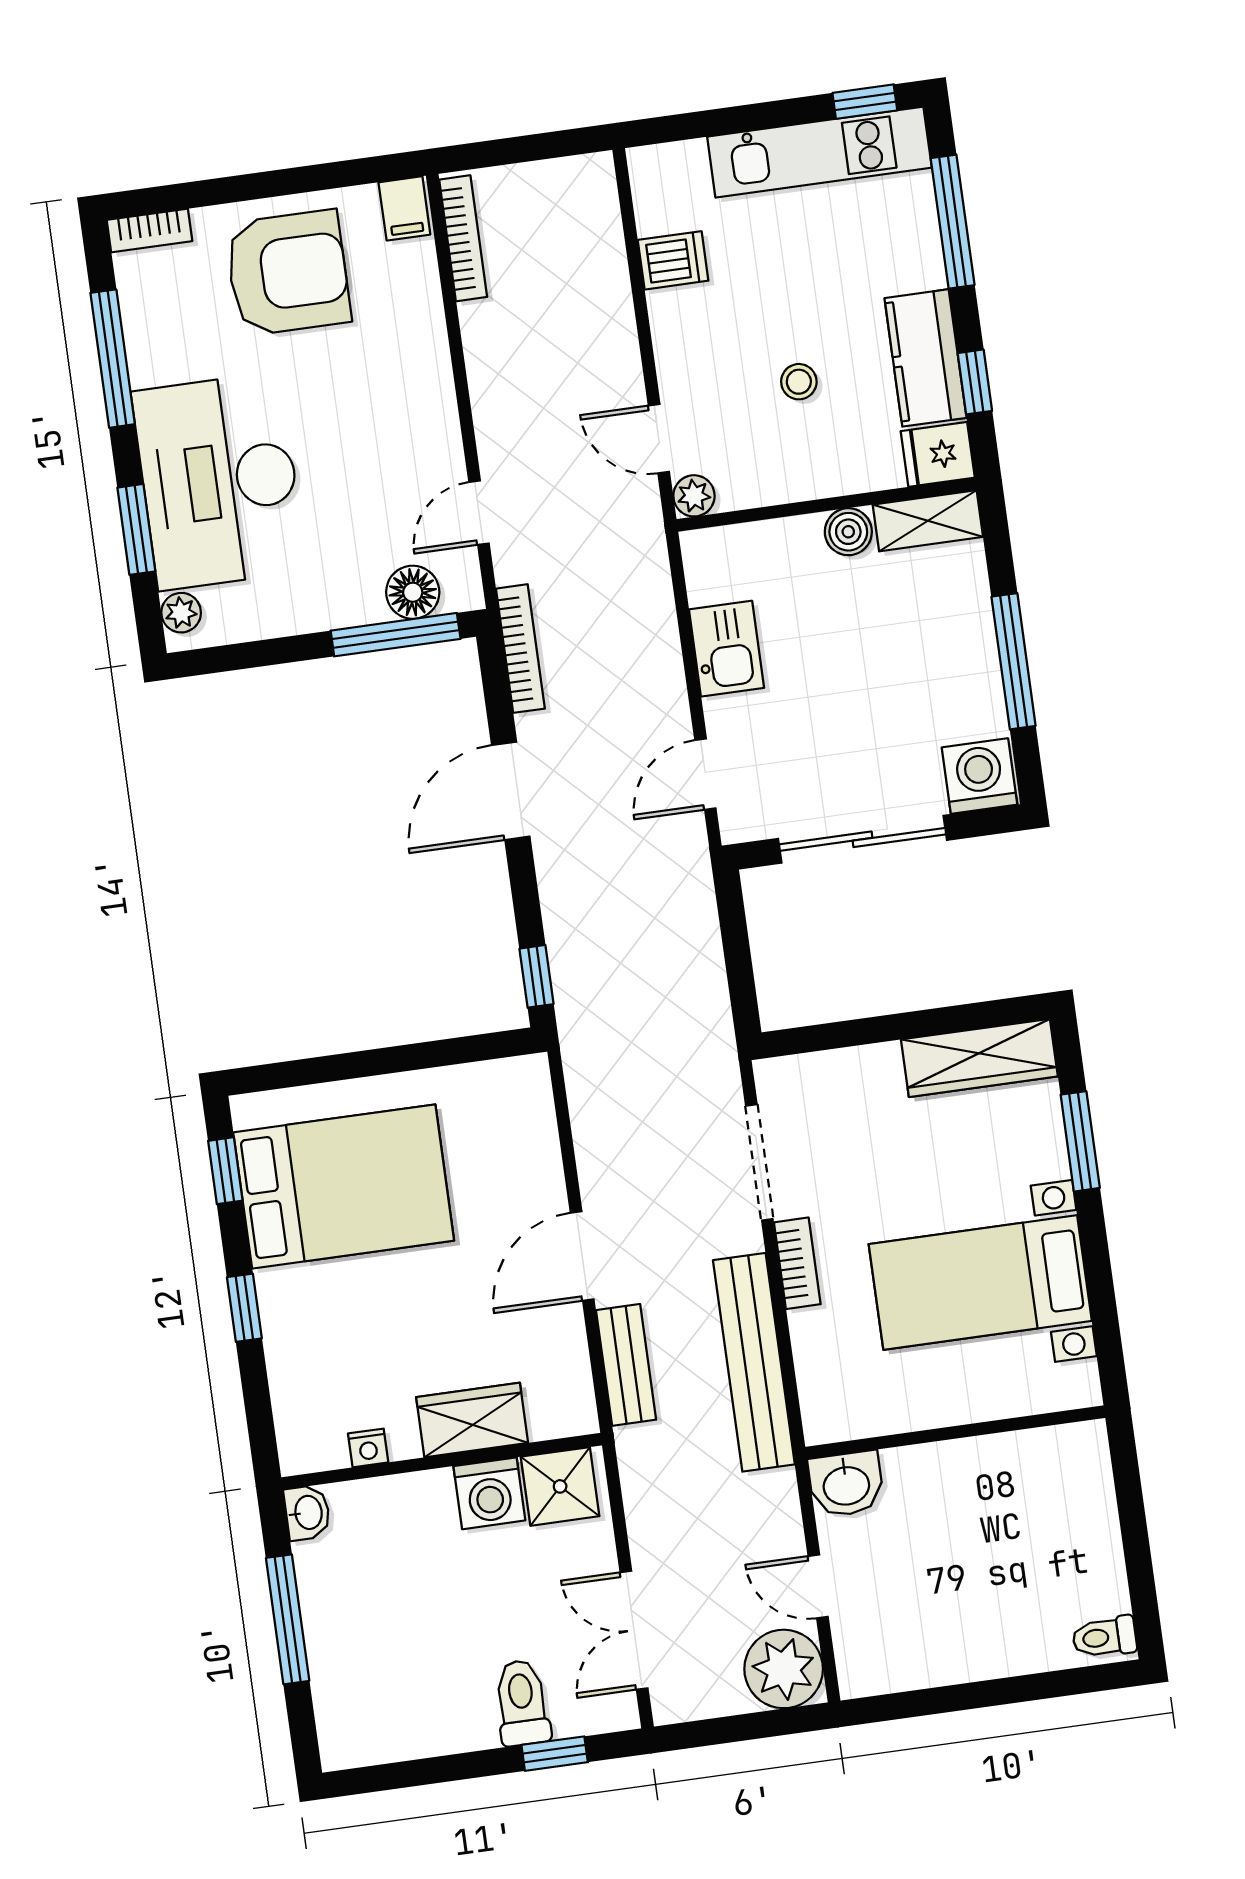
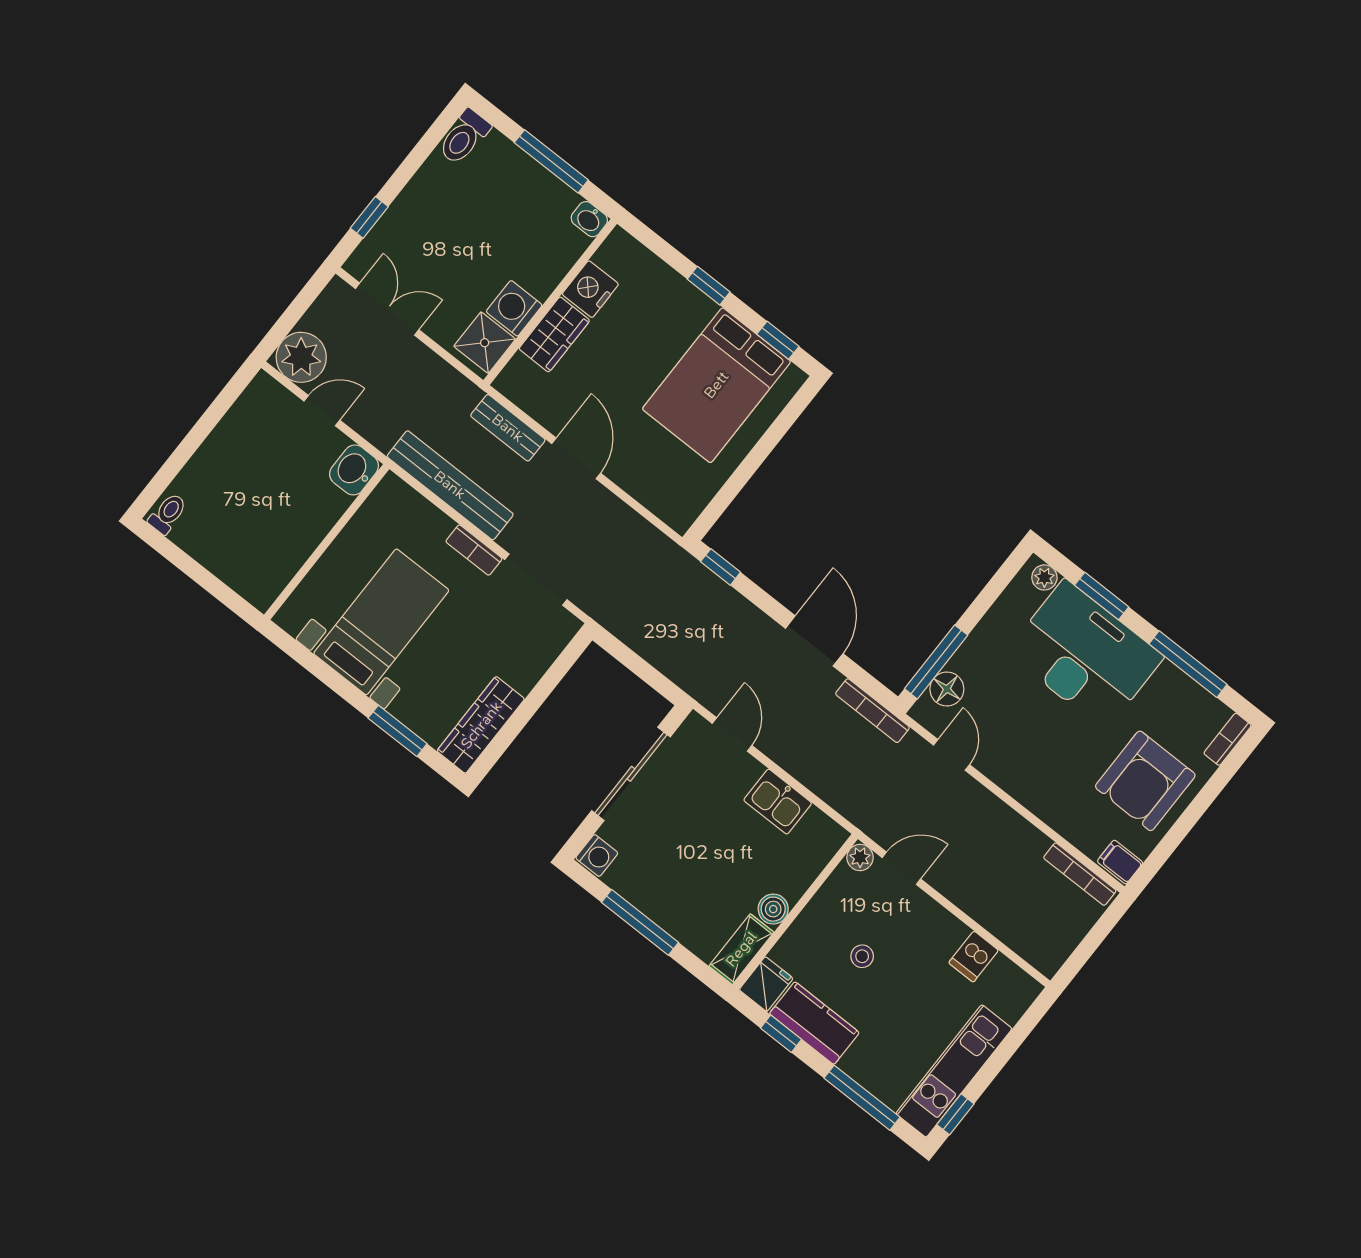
washing machine: (979, 776) -> (597, 855), width x0.73, depth x0.73
nightstand: (368, 1448) -> (590, 289), width x1.89, depth x1.79
toilet: (522, 1703) -> (464, 137), moved, turned 90

